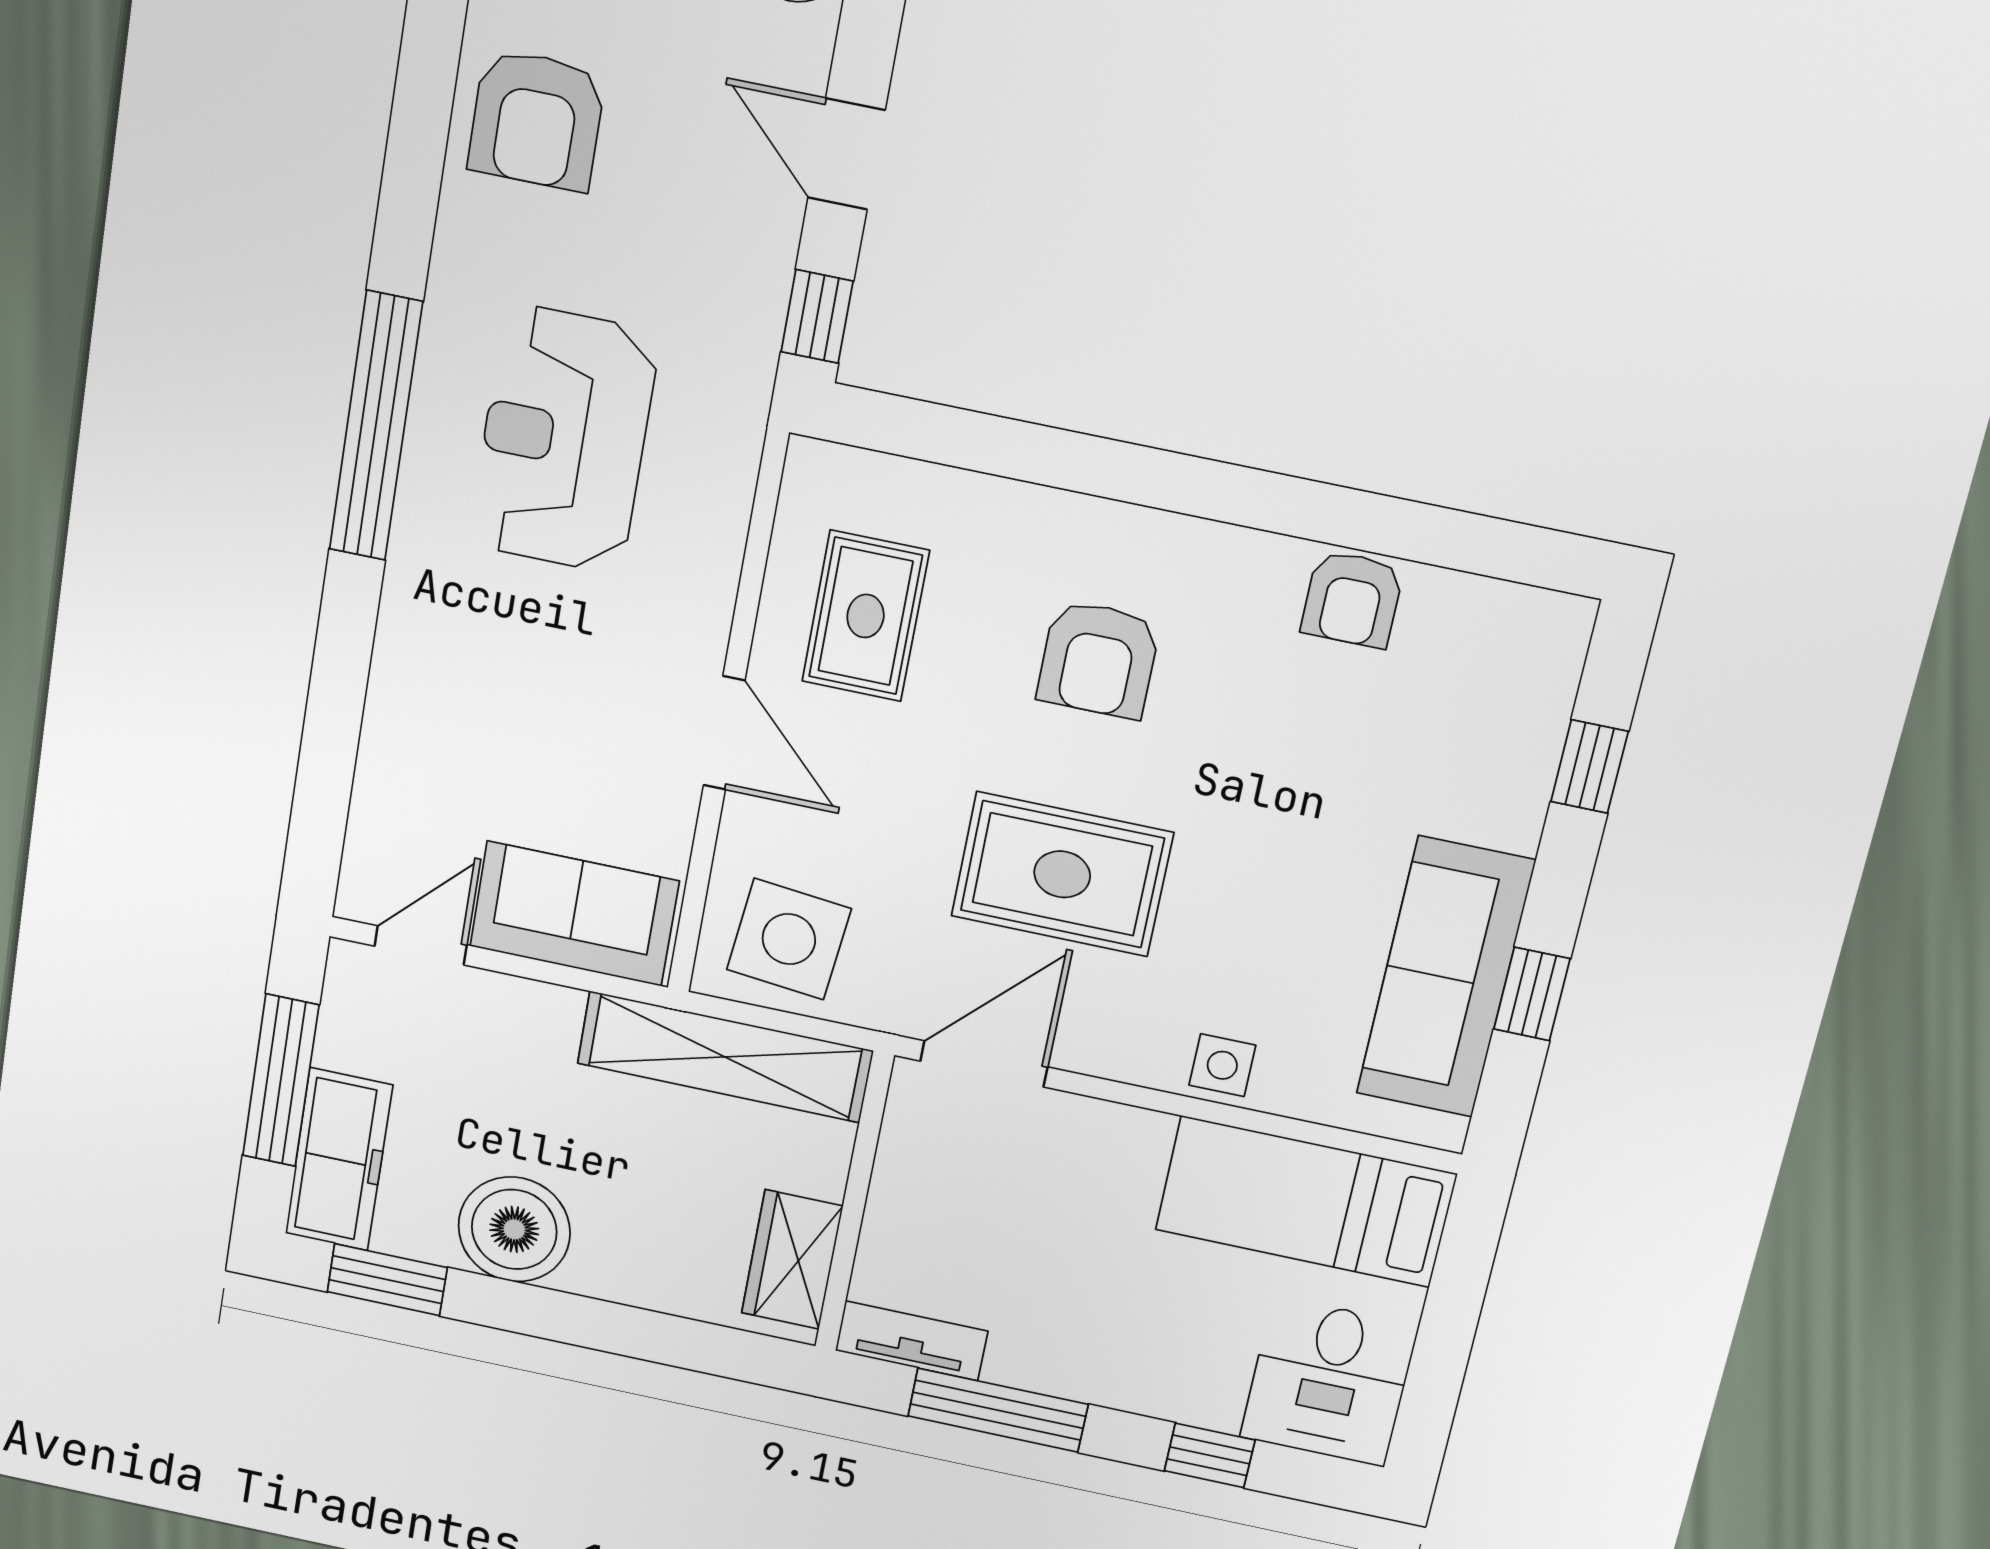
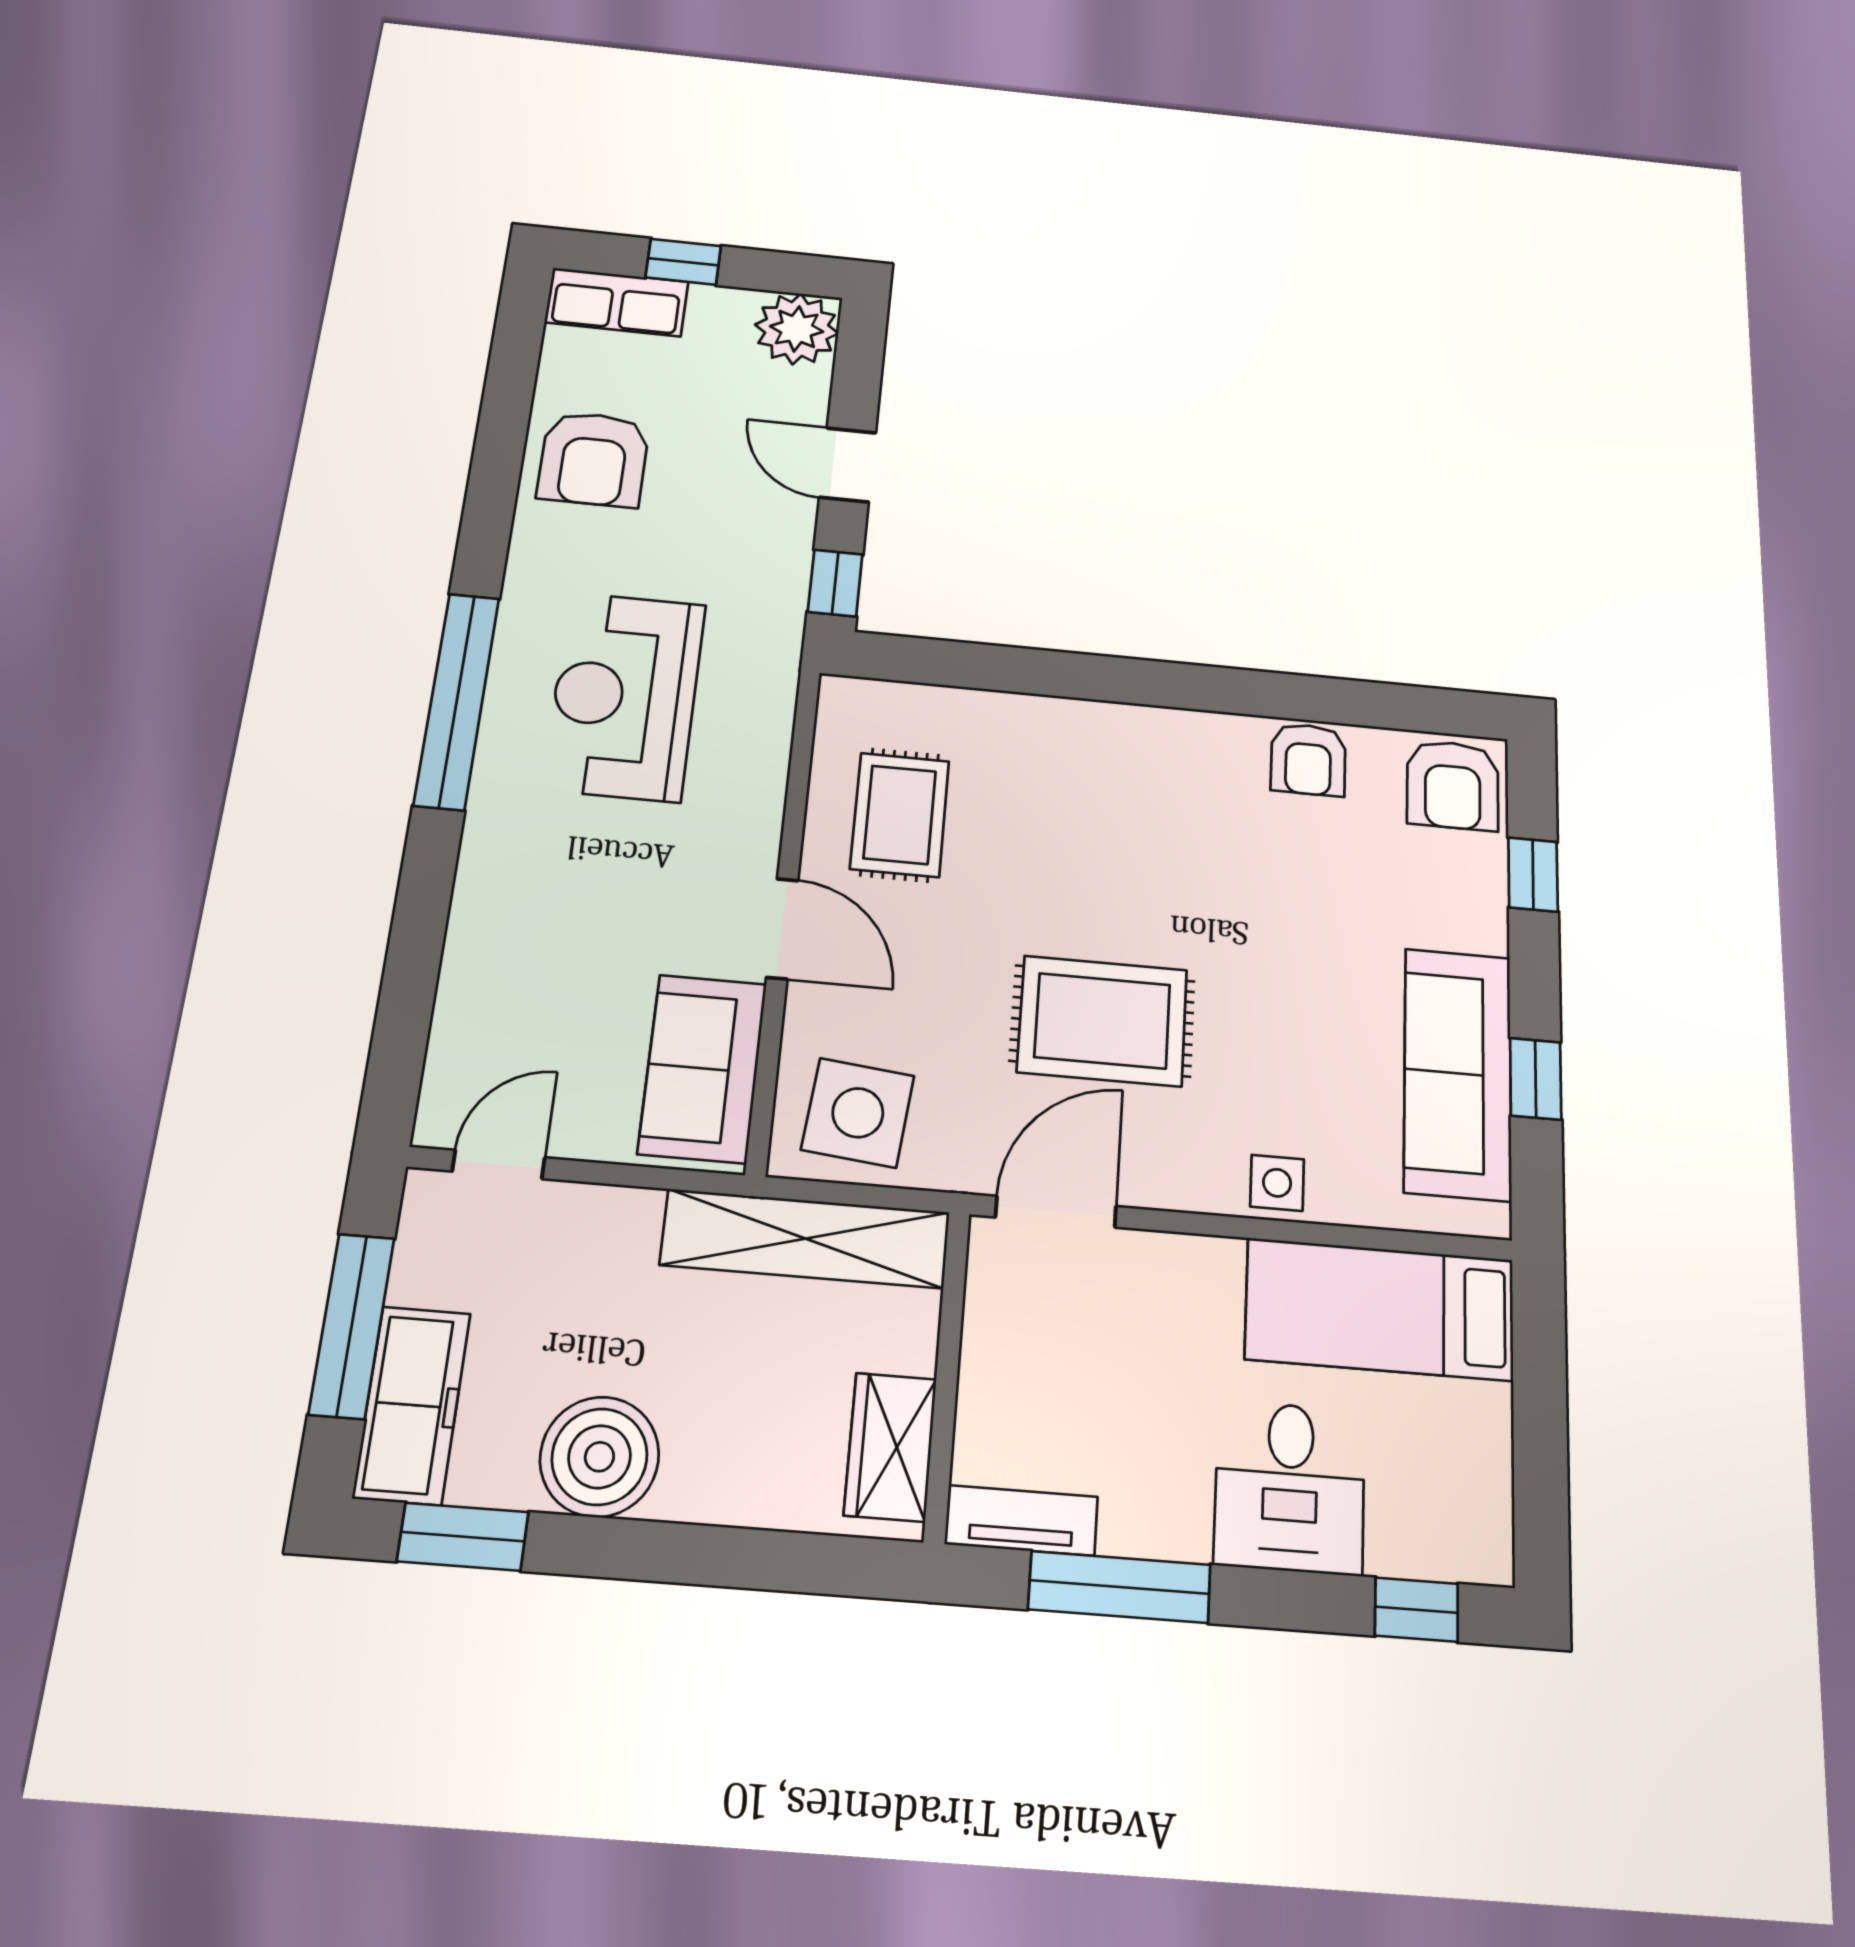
armchair: (1098, 659) -> (1453, 785), moved
sofa: (574, 914) -> (703, 1068), moved, turned -90
desk: (1329, 1381) -> (1290, 1487), moved
window: (1210, 1455) -> (1416, 1610), moved

